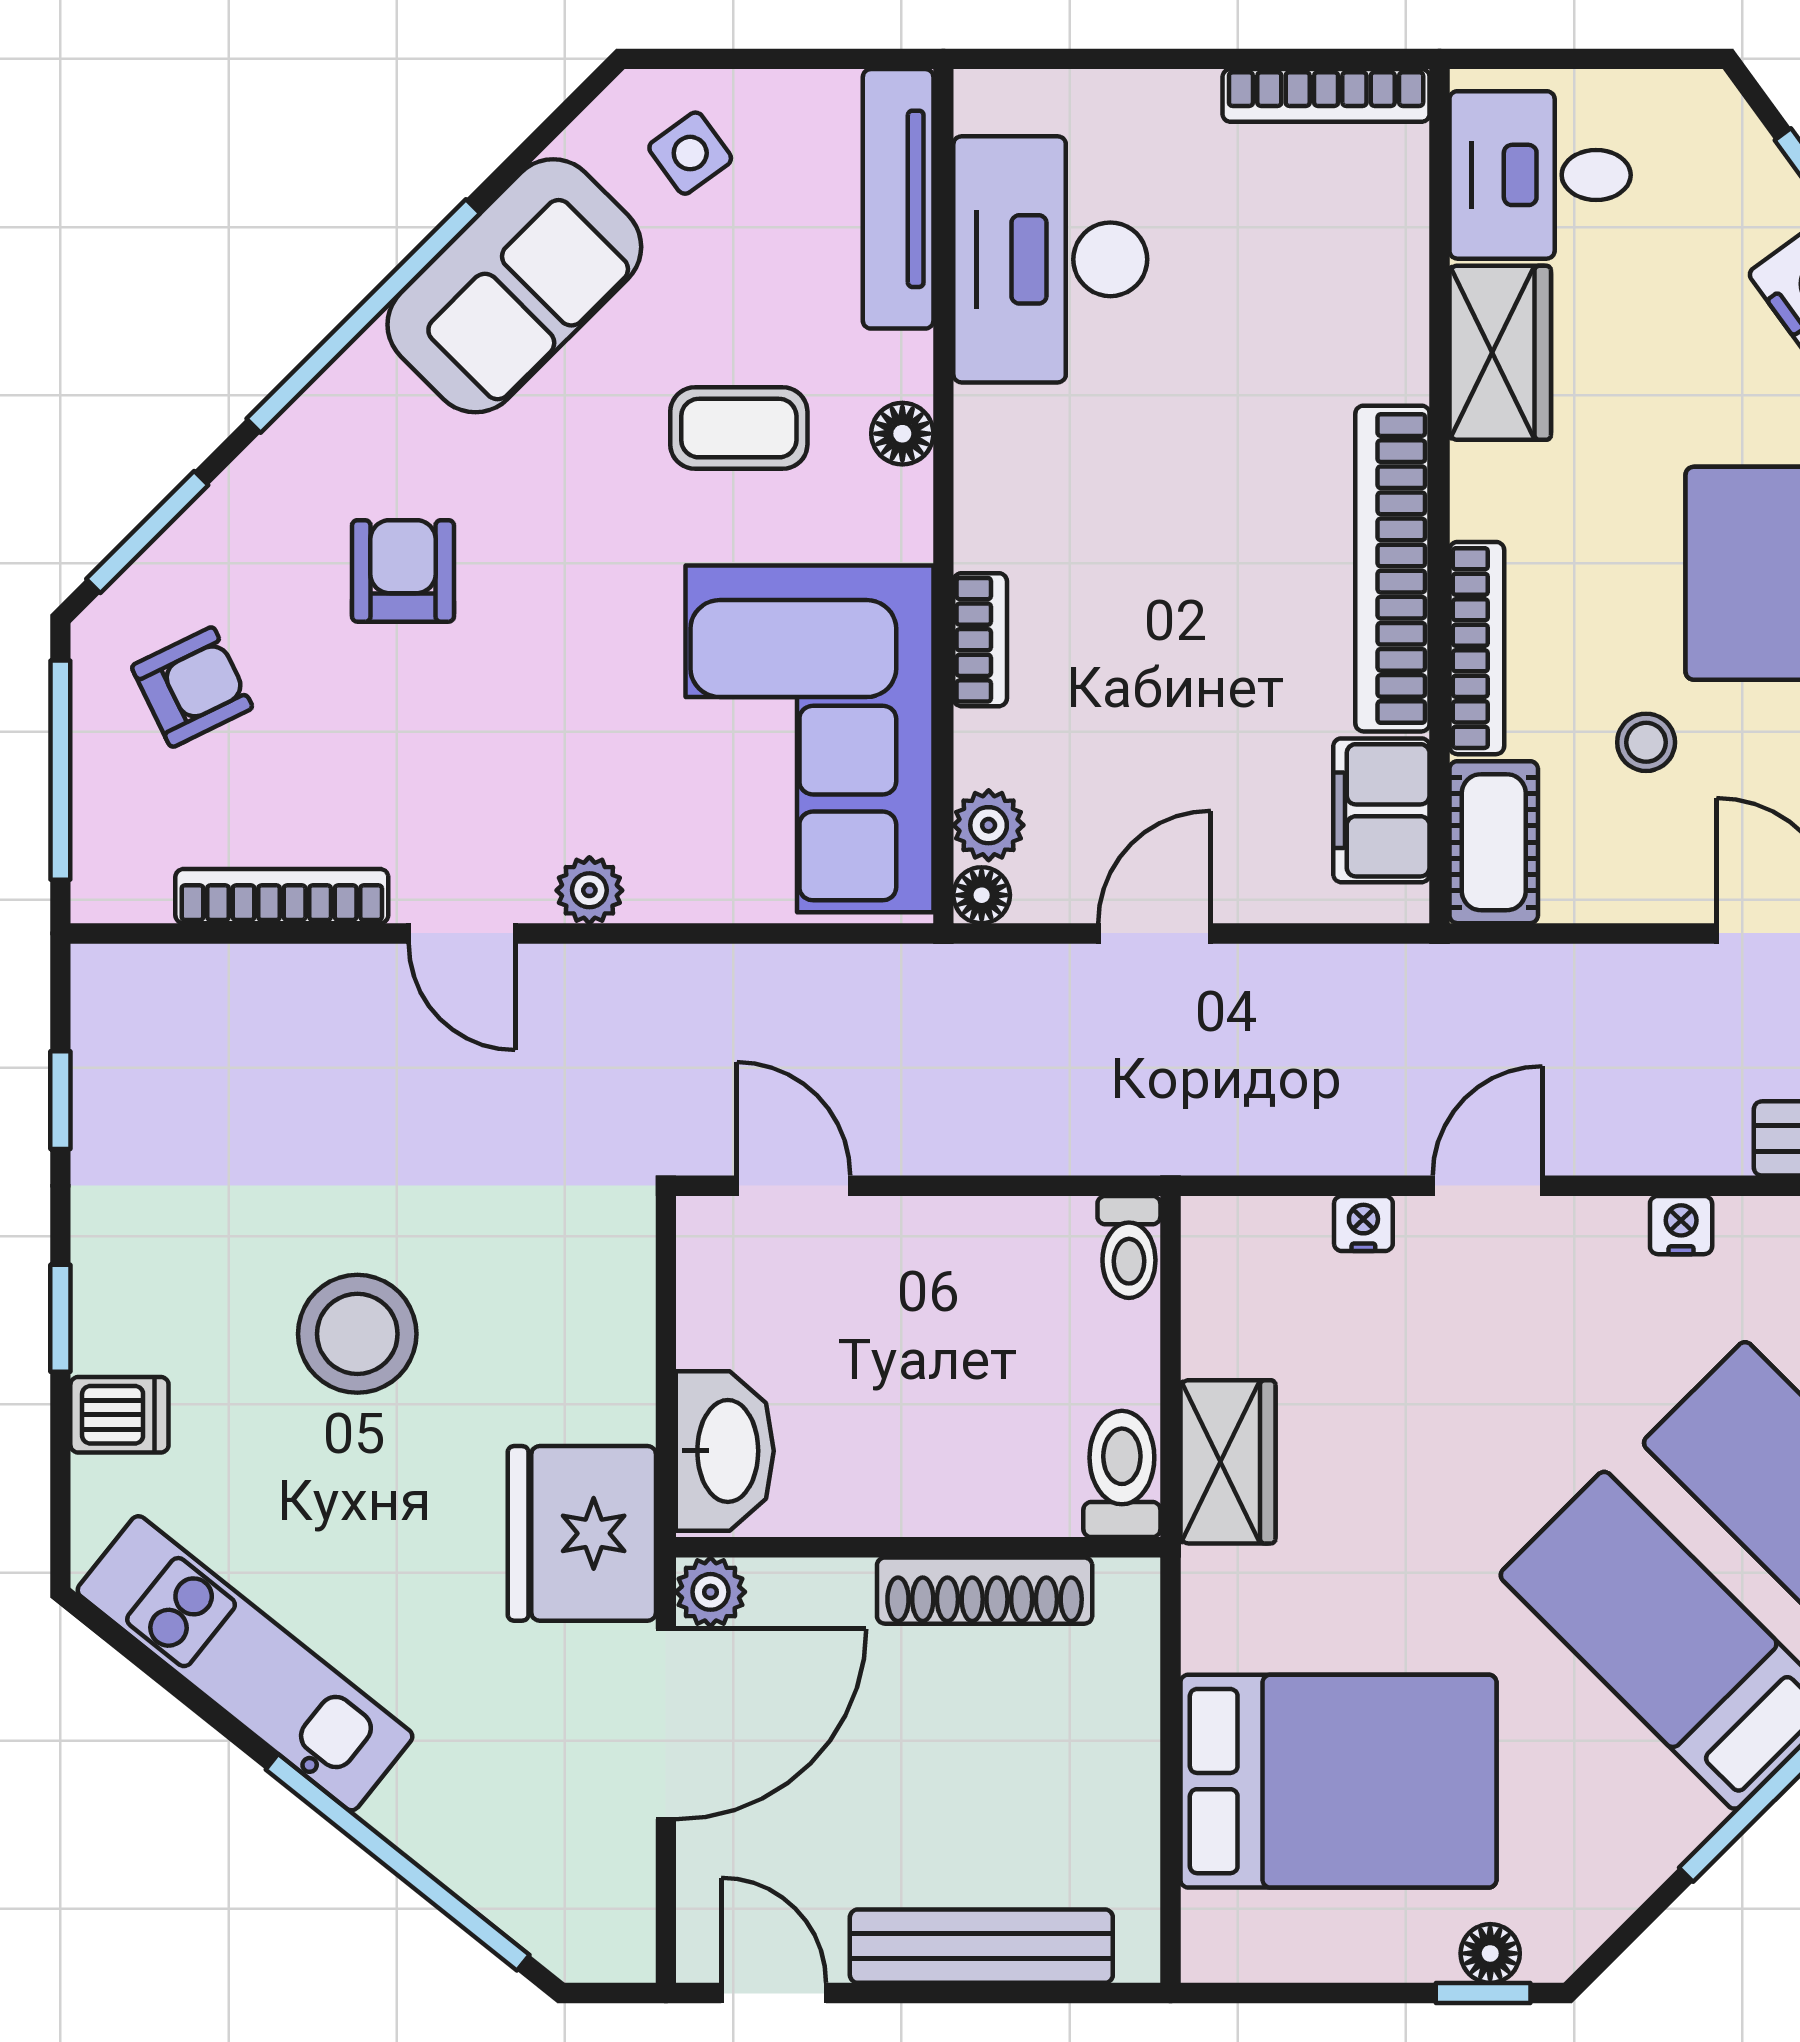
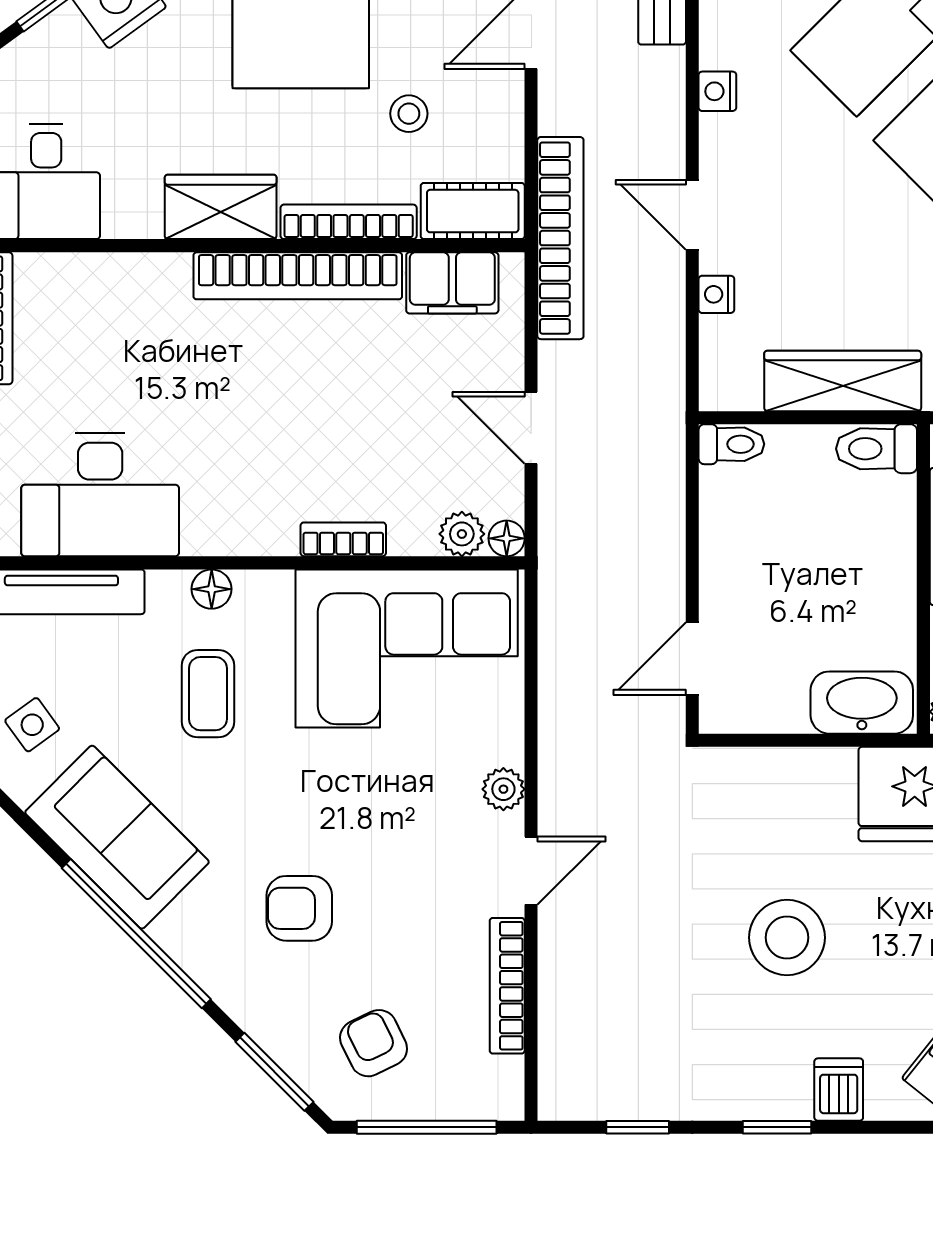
wardrobe: (1500, 353) -> (221, 207), moved
bookcase: (1451, 979) -> (560, 238), added
wardrobe: (1228, 1462) -> (843, 381), width x1.50

